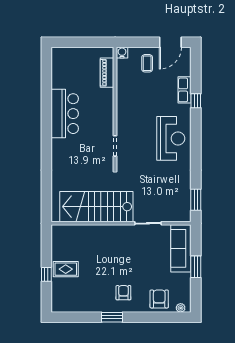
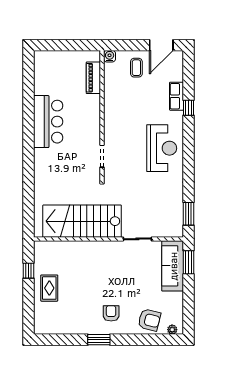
window: (196, 267) -> (188, 262), moved
rug: (66, 269) -> (49, 288), turned 90
window: (46, 274) -> (29, 271), moved
armchair: (159, 299) -> (149, 320), turned 104

